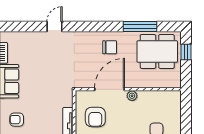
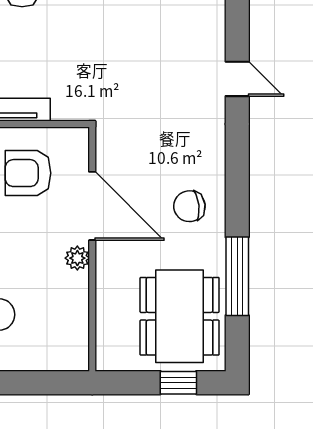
chair: (110, 47) -> (189, 206), turned 83

